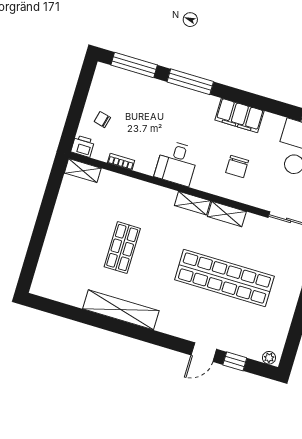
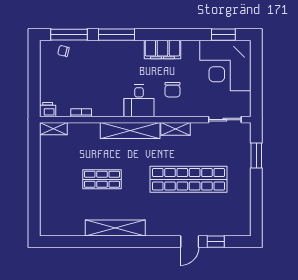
chair: (102, 120) -> (63, 51), moved
desk: (177, 163) -> (139, 101), moved
shelving: (193, 203) -> (130, 130), width x2.20, depth x1.33
shop shelf: (122, 248) -> (102, 179), turned 90
plant: (269, 358) -> (242, 231), removed

